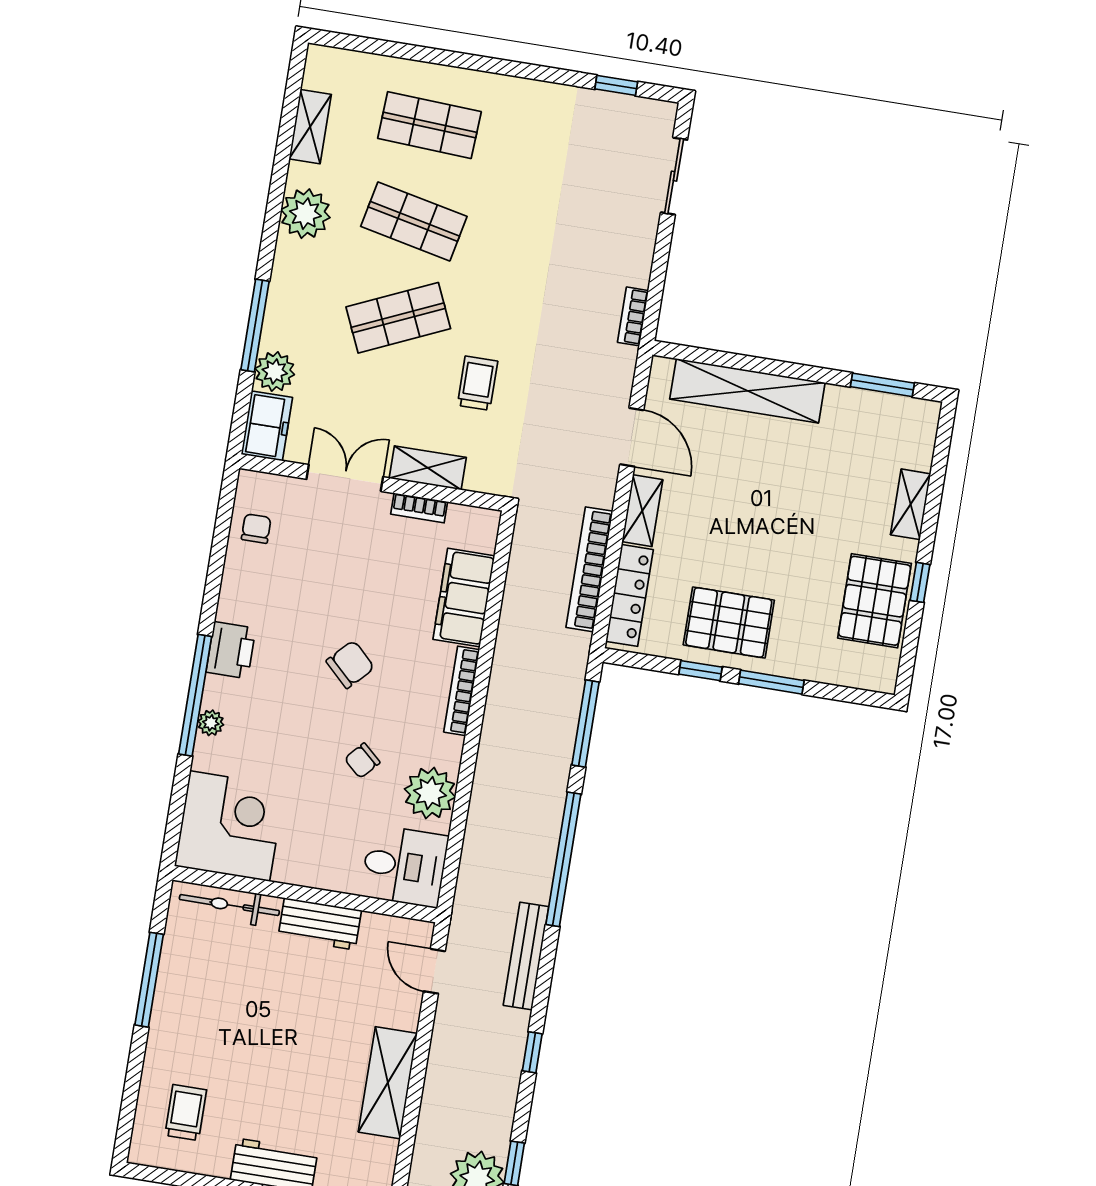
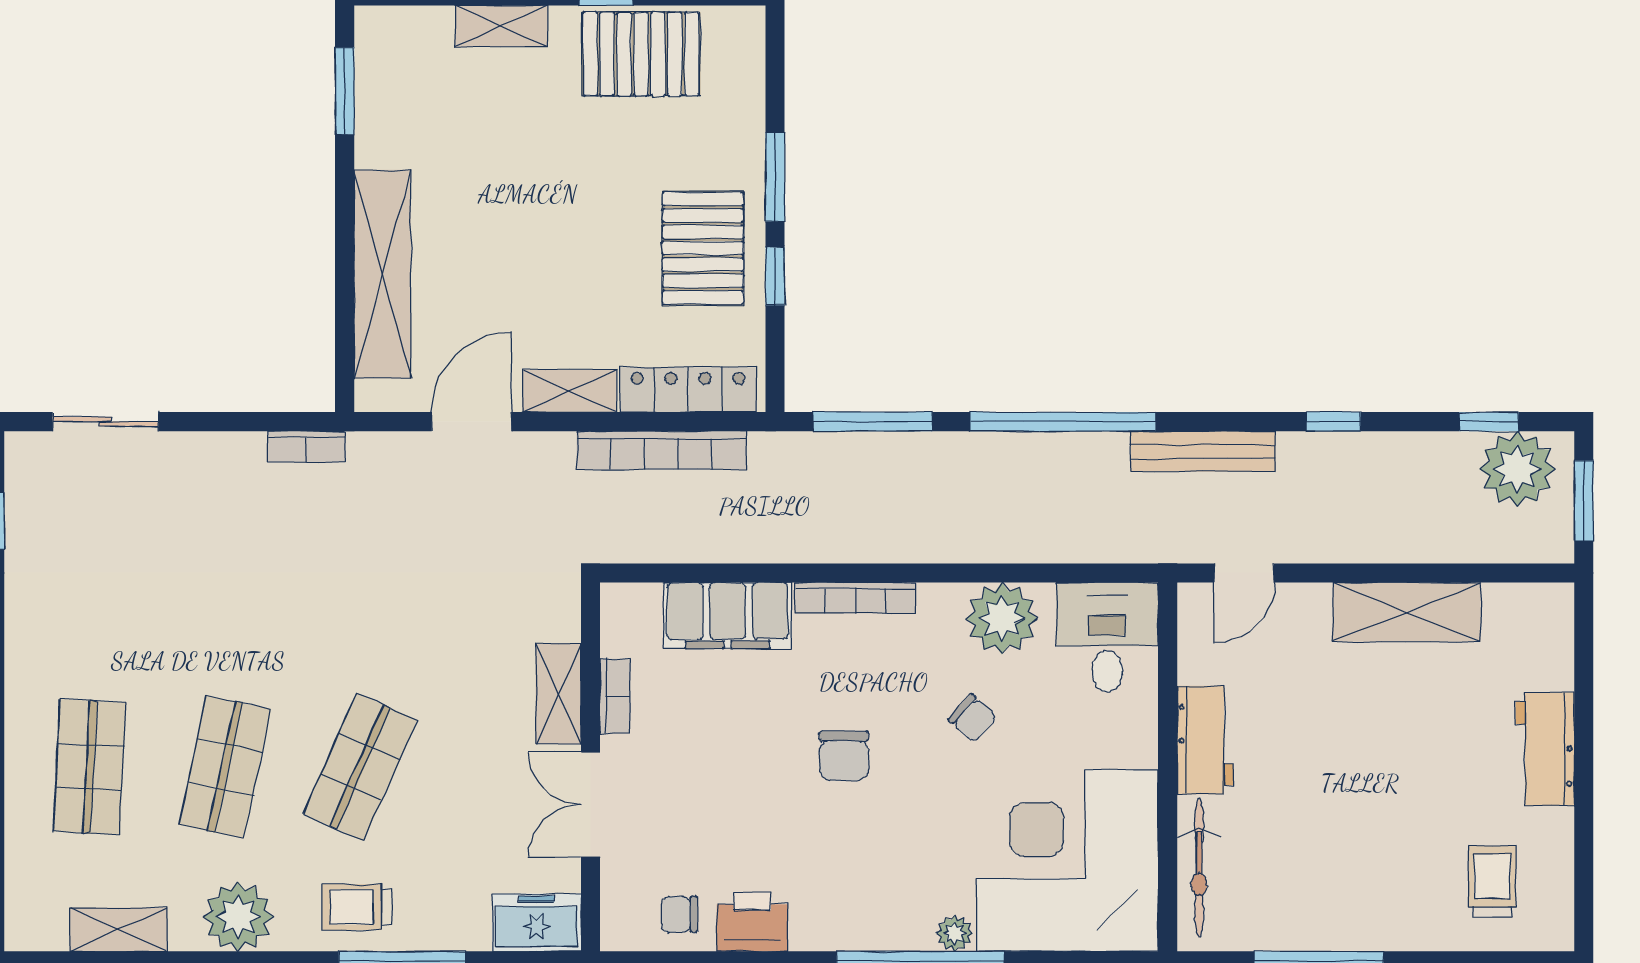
shop shelf: (398, 318) -> (360, 767), turned 48
plant: (275, 372) -> (461, 924), removed
trolley: (477, 383) -> (357, 907), moved
printer: (231, 650) -> (752, 922), moved
chair: (350, 664) -> (844, 756), turned -134
corner desk: (230, 826) -> (1067, 861), width x1.36, depth x1.36
trolley: (186, 1113) -> (1492, 881), turned 90

